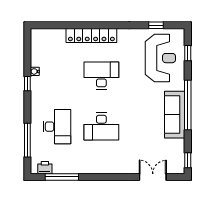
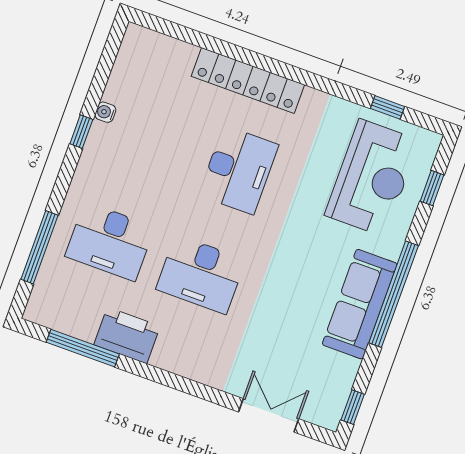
desk: (101, 76) -> (239, 170), turned 90
desk: (57, 127) -> (110, 241), turned 90
printer: (45, 168) -> (127, 335), moved, width x1.87, depth x1.48

